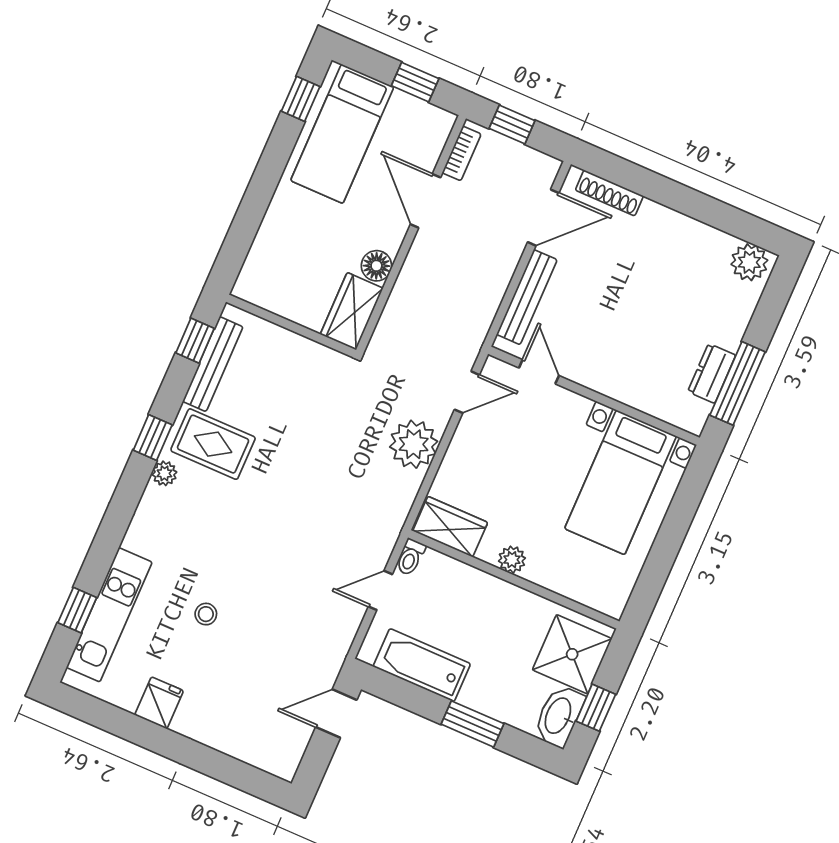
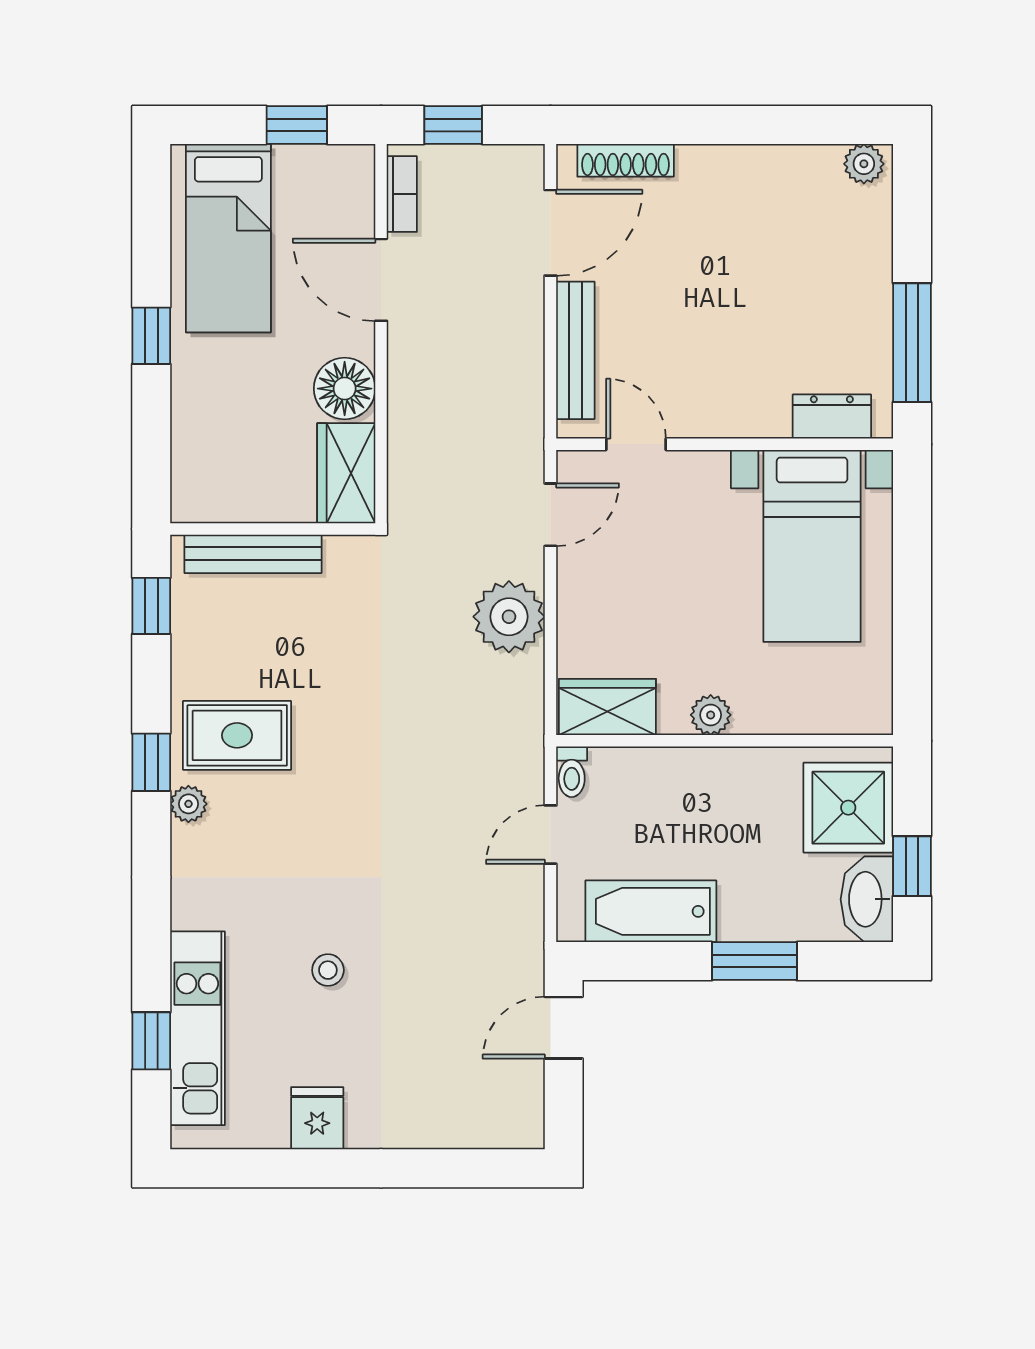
window: (301, 99) -> (151, 336), moved
plant: (749, 262) -> (864, 164), width x0.73, depth x0.73
floor lamp: (376, 266) -> (345, 389), width x1.38, depth x1.38
bench: (213, 364) -> (253, 554), moved, turned 90
dresser: (712, 373) -> (832, 416), moved, turned 90

